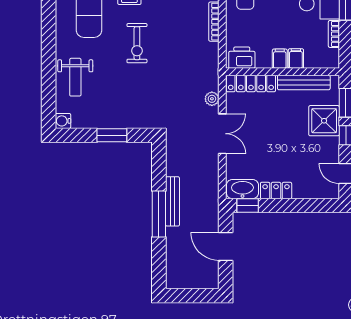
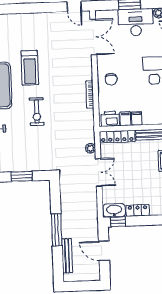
filing cabinet: (296, 58) -> (125, 119), moved
bench: (172, 201) -> (67, 256), moved

